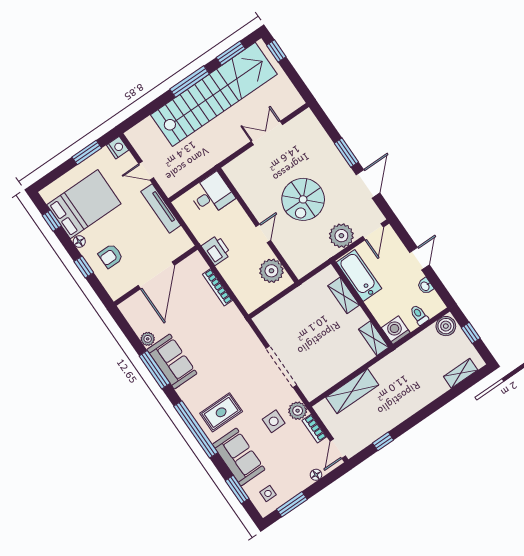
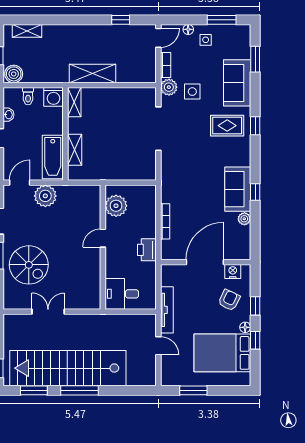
double door: (267, 133) -> (48, 312), swing flipped
nightstand: (118, 148) -> (233, 271), moved, turned 90
spiral stairs: (303, 199) -> (29, 265), moved, turned 90
window: (52, 221) -> (255, 340), moved
armchair: (111, 256) -> (229, 300), turned -65
window: (155, 370) -> (255, 192), width x0.46
shelving: (352, 391) -> (92, 74), moved
window: (196, 429) -> (255, 126), width x0.32
side table: (268, 493) -> (206, 40), moved

